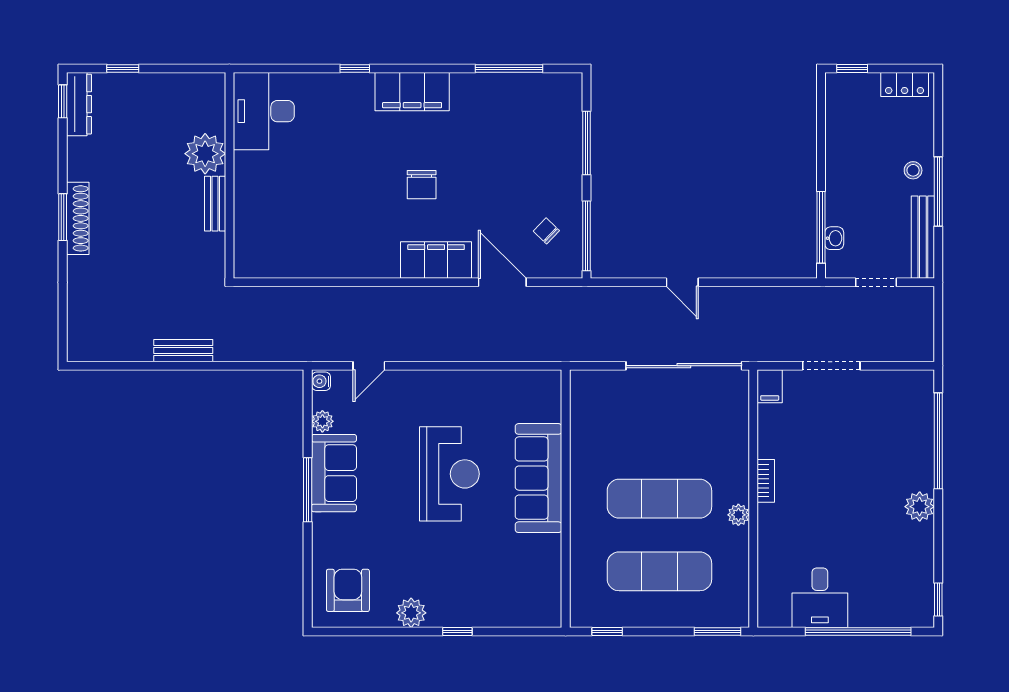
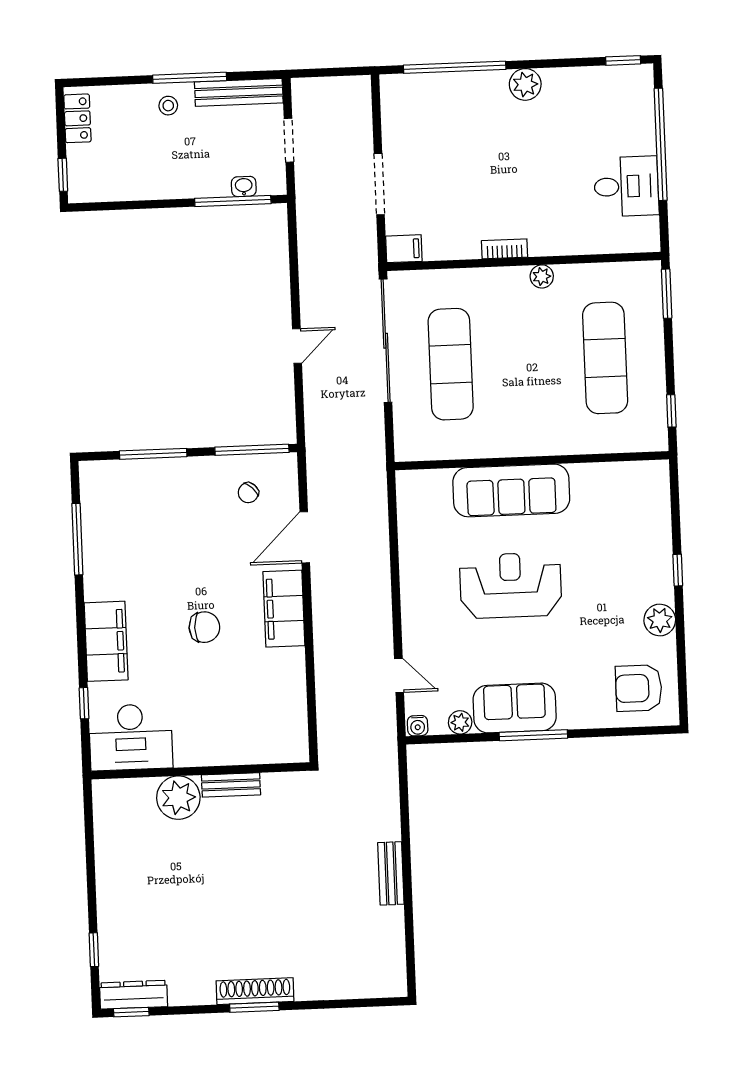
desk: (264, 111) -> (131, 737), moved
plant: (205, 154) -> (178, 798), moved
wall: (229, 175) -> (200, 771), moved
bench: (215, 204) -> (231, 785), moved
exercise mat: (659, 499) -> (451, 364), moved

